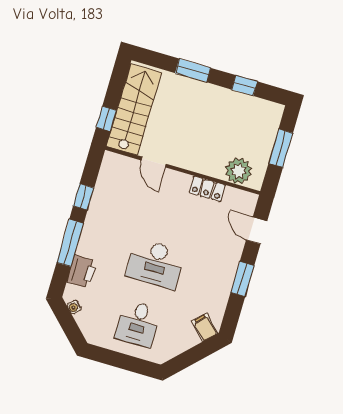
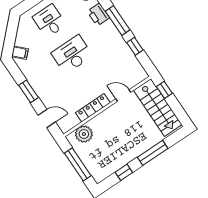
window: (193, 70) -> (153, 153), width x1.44
window: (281, 148) -> (78, 164), width x1.44
locker: (207, 189) -> (93, 108), width x1.53

